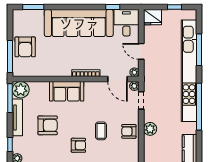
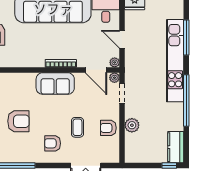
kitchen unit: (189, 71) -> (175, 61), width x0.73
sofa: (67, 91) -> (55, 84), moved
armchair: (78, 145) -> (53, 143), turned 180

